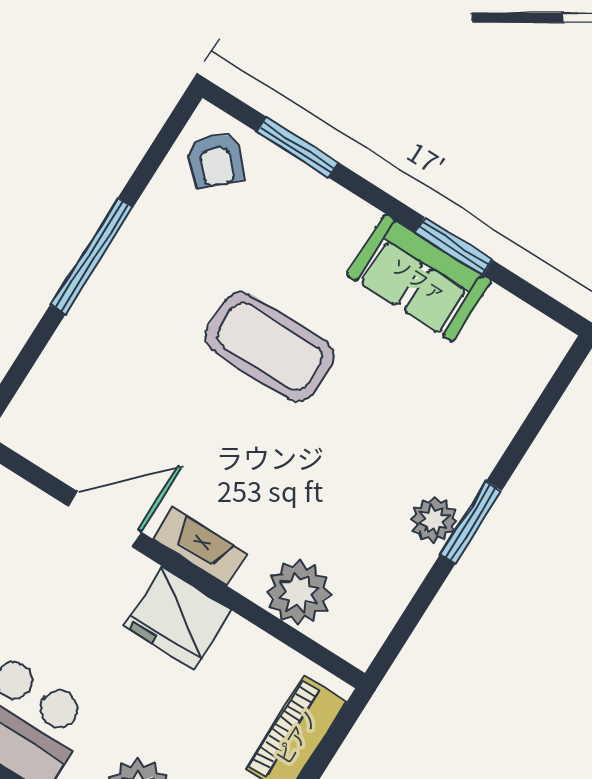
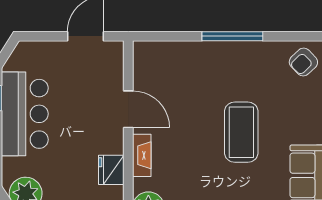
fridge: (178, 618) -> (111, 170), width x0.73, depth x0.75

